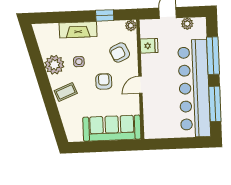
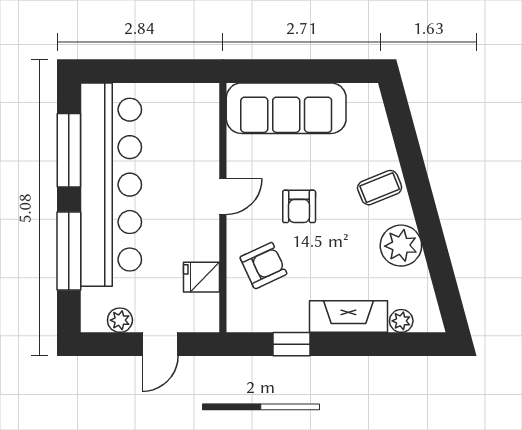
plant: (131, 26) -> (401, 321), moved
side table: (79, 62) -> (349, 250), removed

